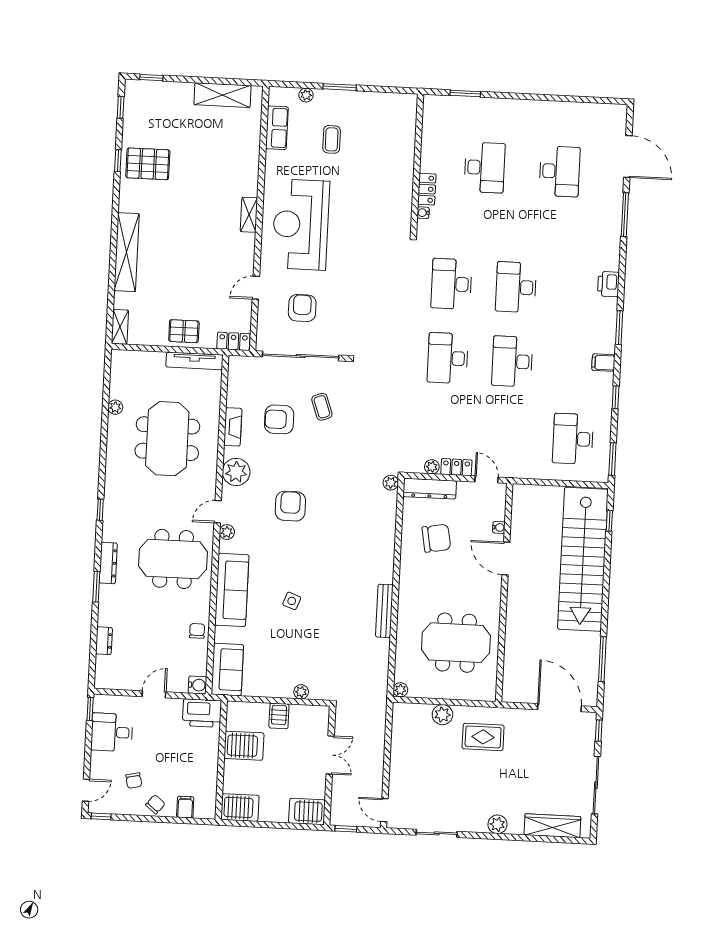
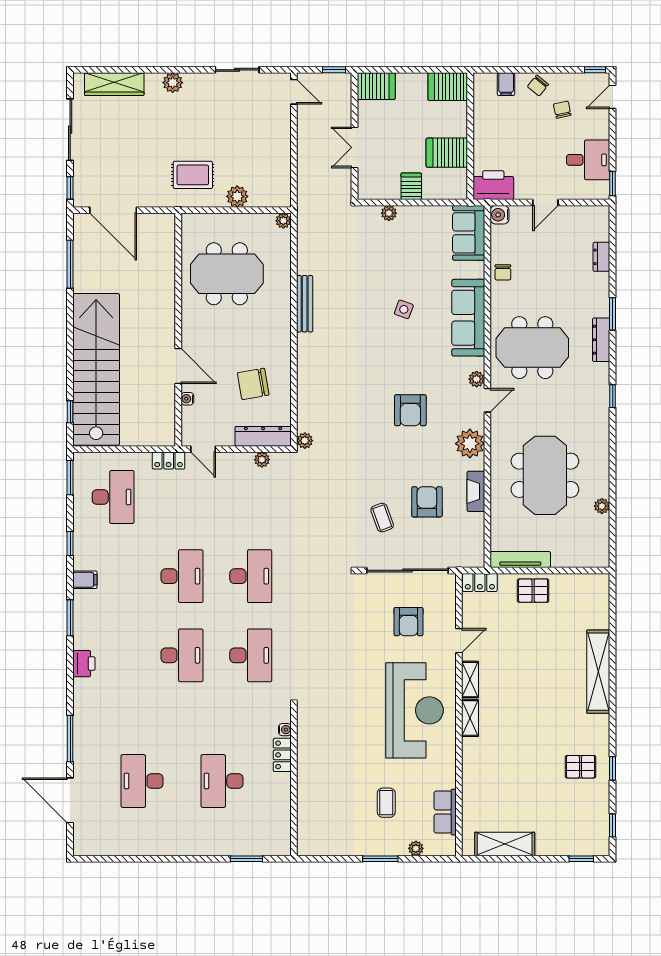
pallet: (148, 164) -> (580, 767), width x0.67, depth x0.71
shelving: (120, 327) -> (470, 680), moved
armchair: (279, 419) -> (427, 502), turned -90
locker: (456, 467) -> (169, 461), moved

